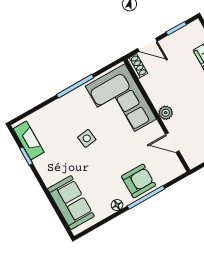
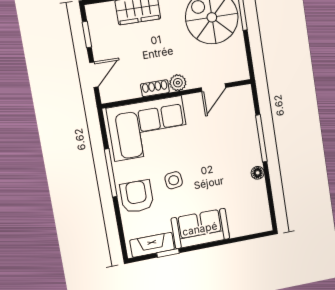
shoe rack: (137, 66) -> (155, 88), moved
armchair: (139, 181) -> (137, 196), moved
sofa: (71, 203) -> (200, 229), moved

